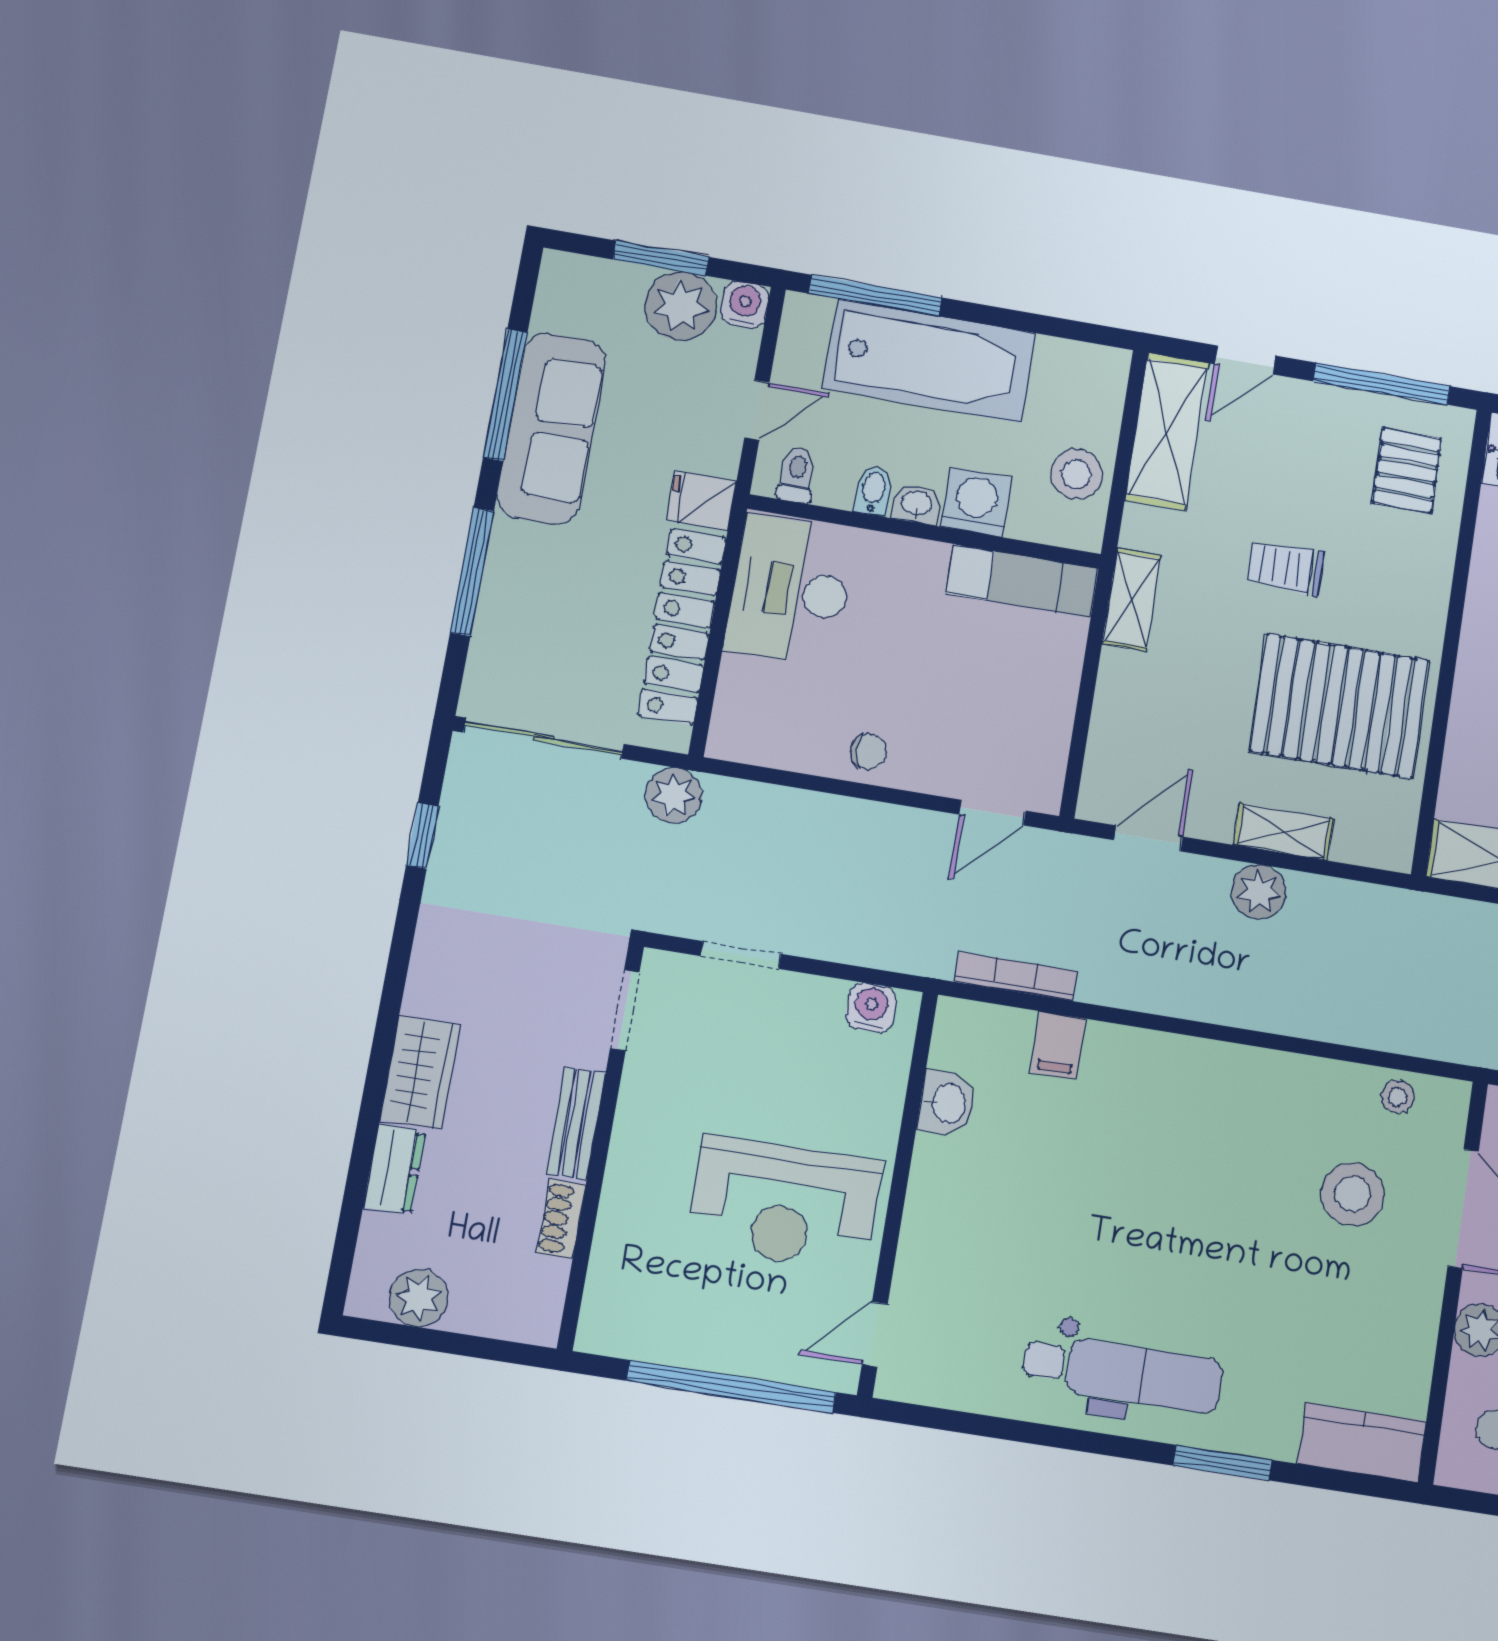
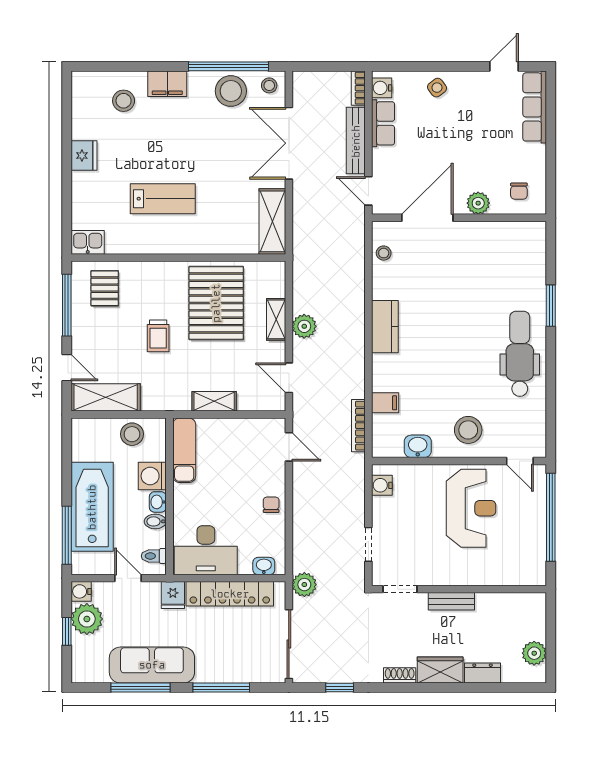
window: (661, 258) -> (67, 631), width x0.67
pallet: (1407, 471) -> (105, 288), turned 90
shelving: (1131, 599) -> (214, 401), moved
washbasin: (732, 712) -> (264, 566), added
stool: (1352, 1194) -> (468, 430), moved
shoe rack: (561, 1219) -> (400, 675), moved, turned 180
kitchen counter: (1362, 1442) -> (385, 327), moved, turned 180

